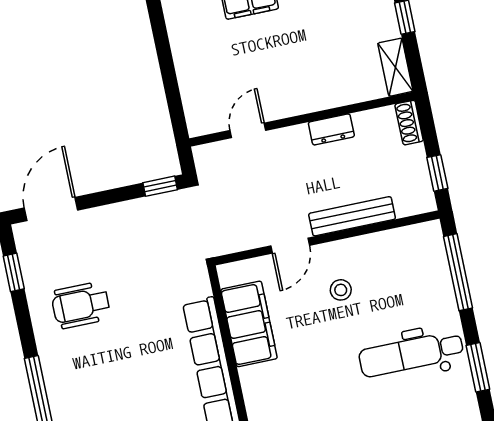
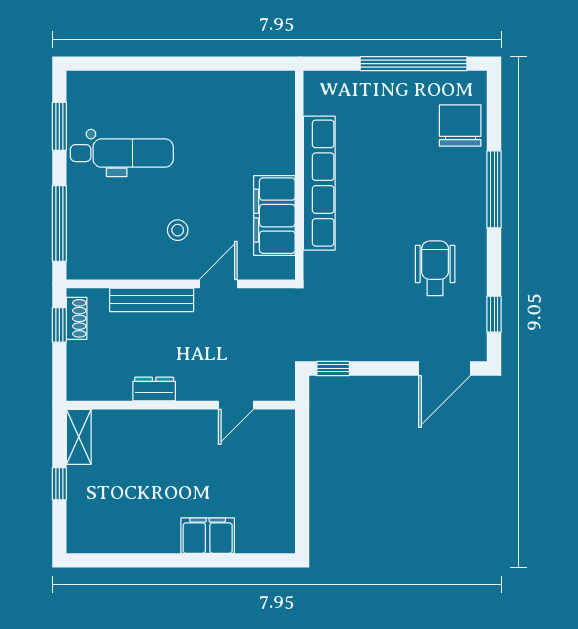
shoe rack: (409, 123) -> (77, 318), moved
wheelchair: (81, 305) -> (435, 268), turned -90

